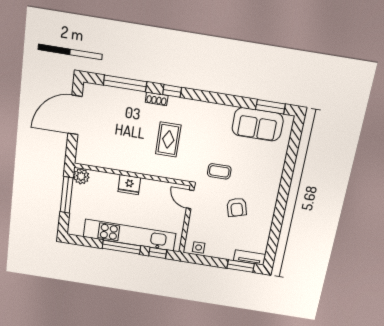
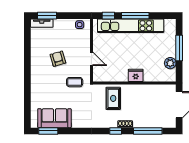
wall: (133, 175) -> (134, 83), moved
fridge: (129, 185) -> (136, 75), moved

